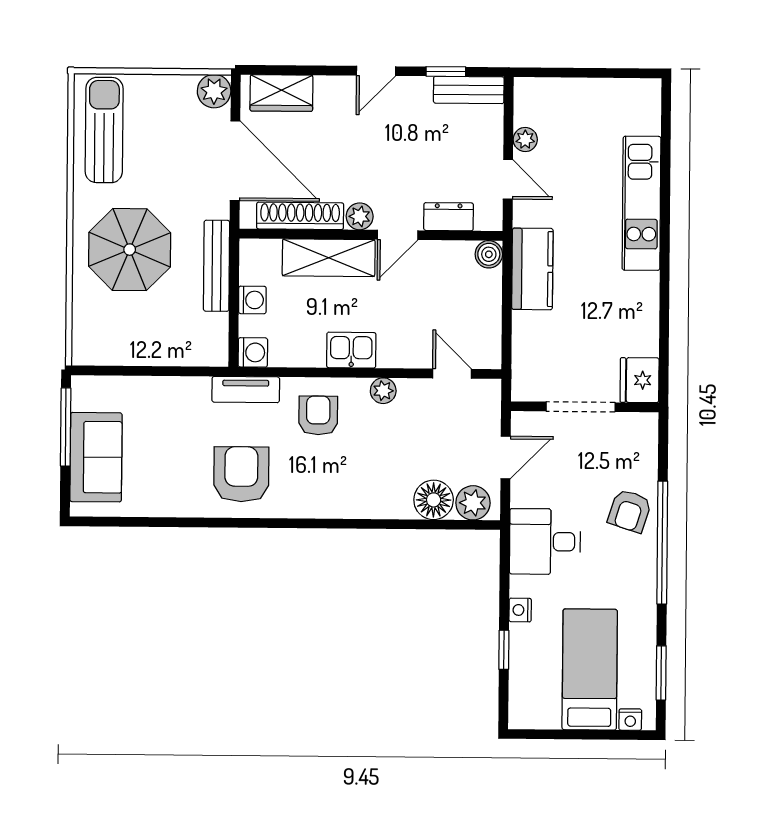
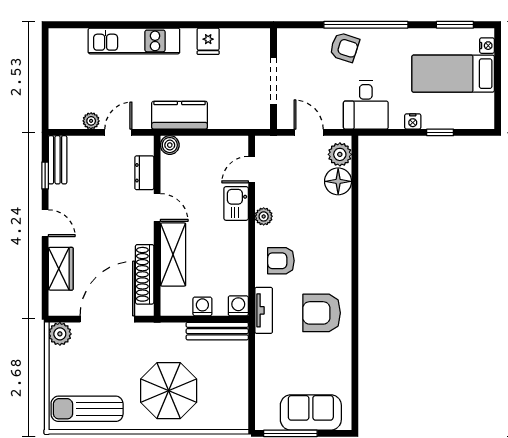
wardrobe: (281, 93) -> (61, 269), moved
plant: (360, 216) -> (145, 234), removed
bench: (217, 266) -> (217, 331), moved
kitchen sink: (351, 350) -> (236, 203), moved
fridge: (640, 380) -> (208, 41), moved, width x0.72

